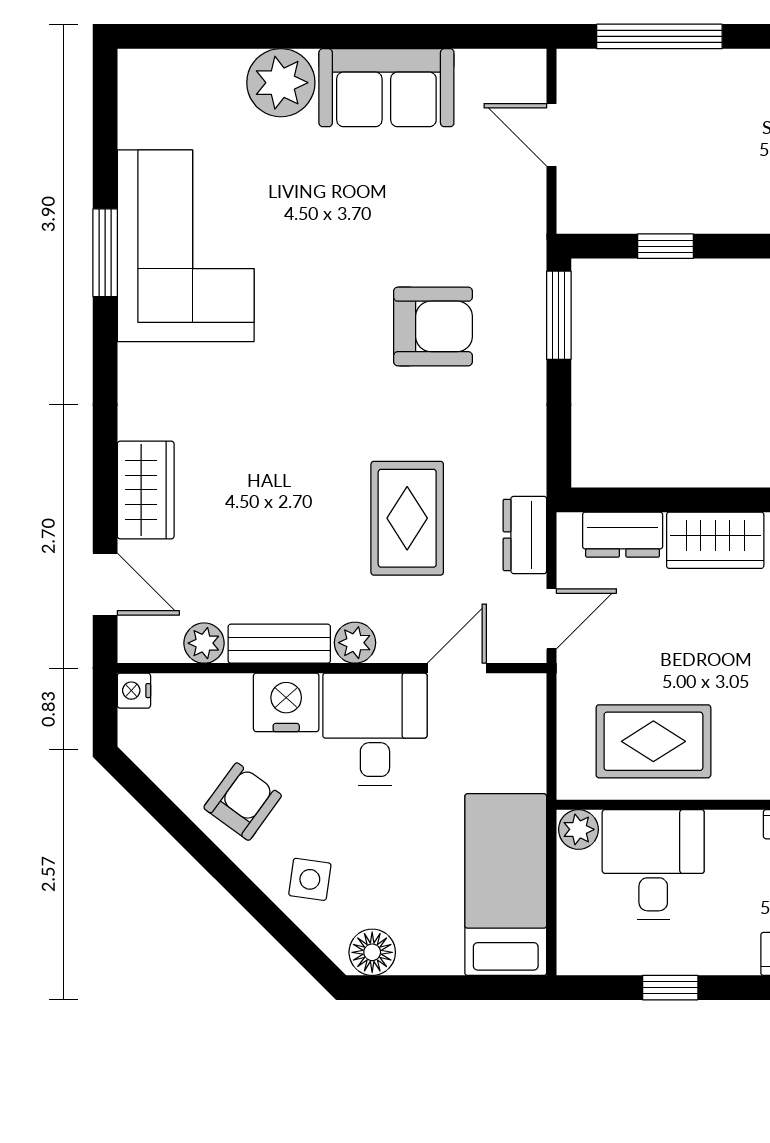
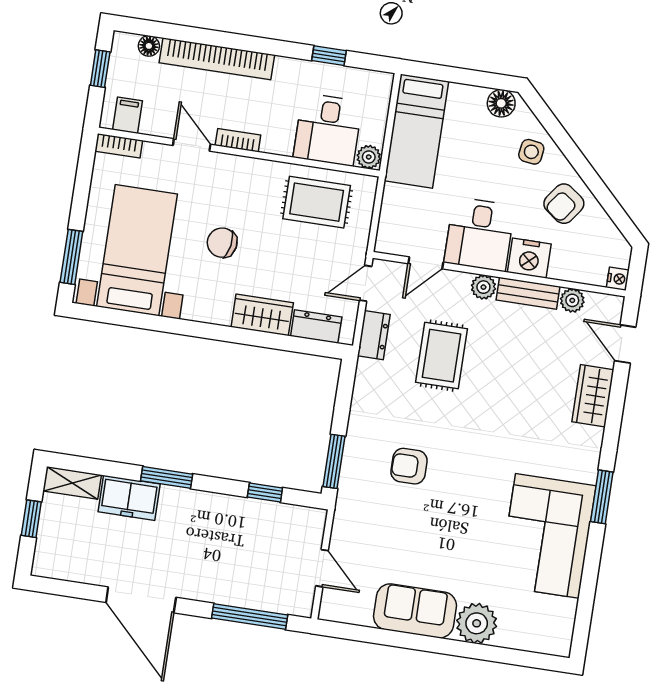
window: (105, 253) -> (602, 497), moved
armchair: (433, 326) -> (409, 466), width x0.72, depth x0.72

